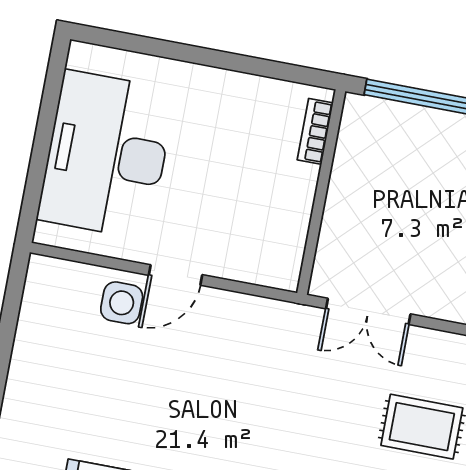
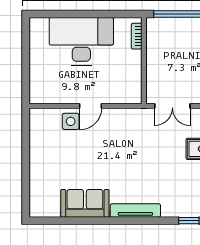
desk: (107, 155) -> (81, 41), moved, turned 90

